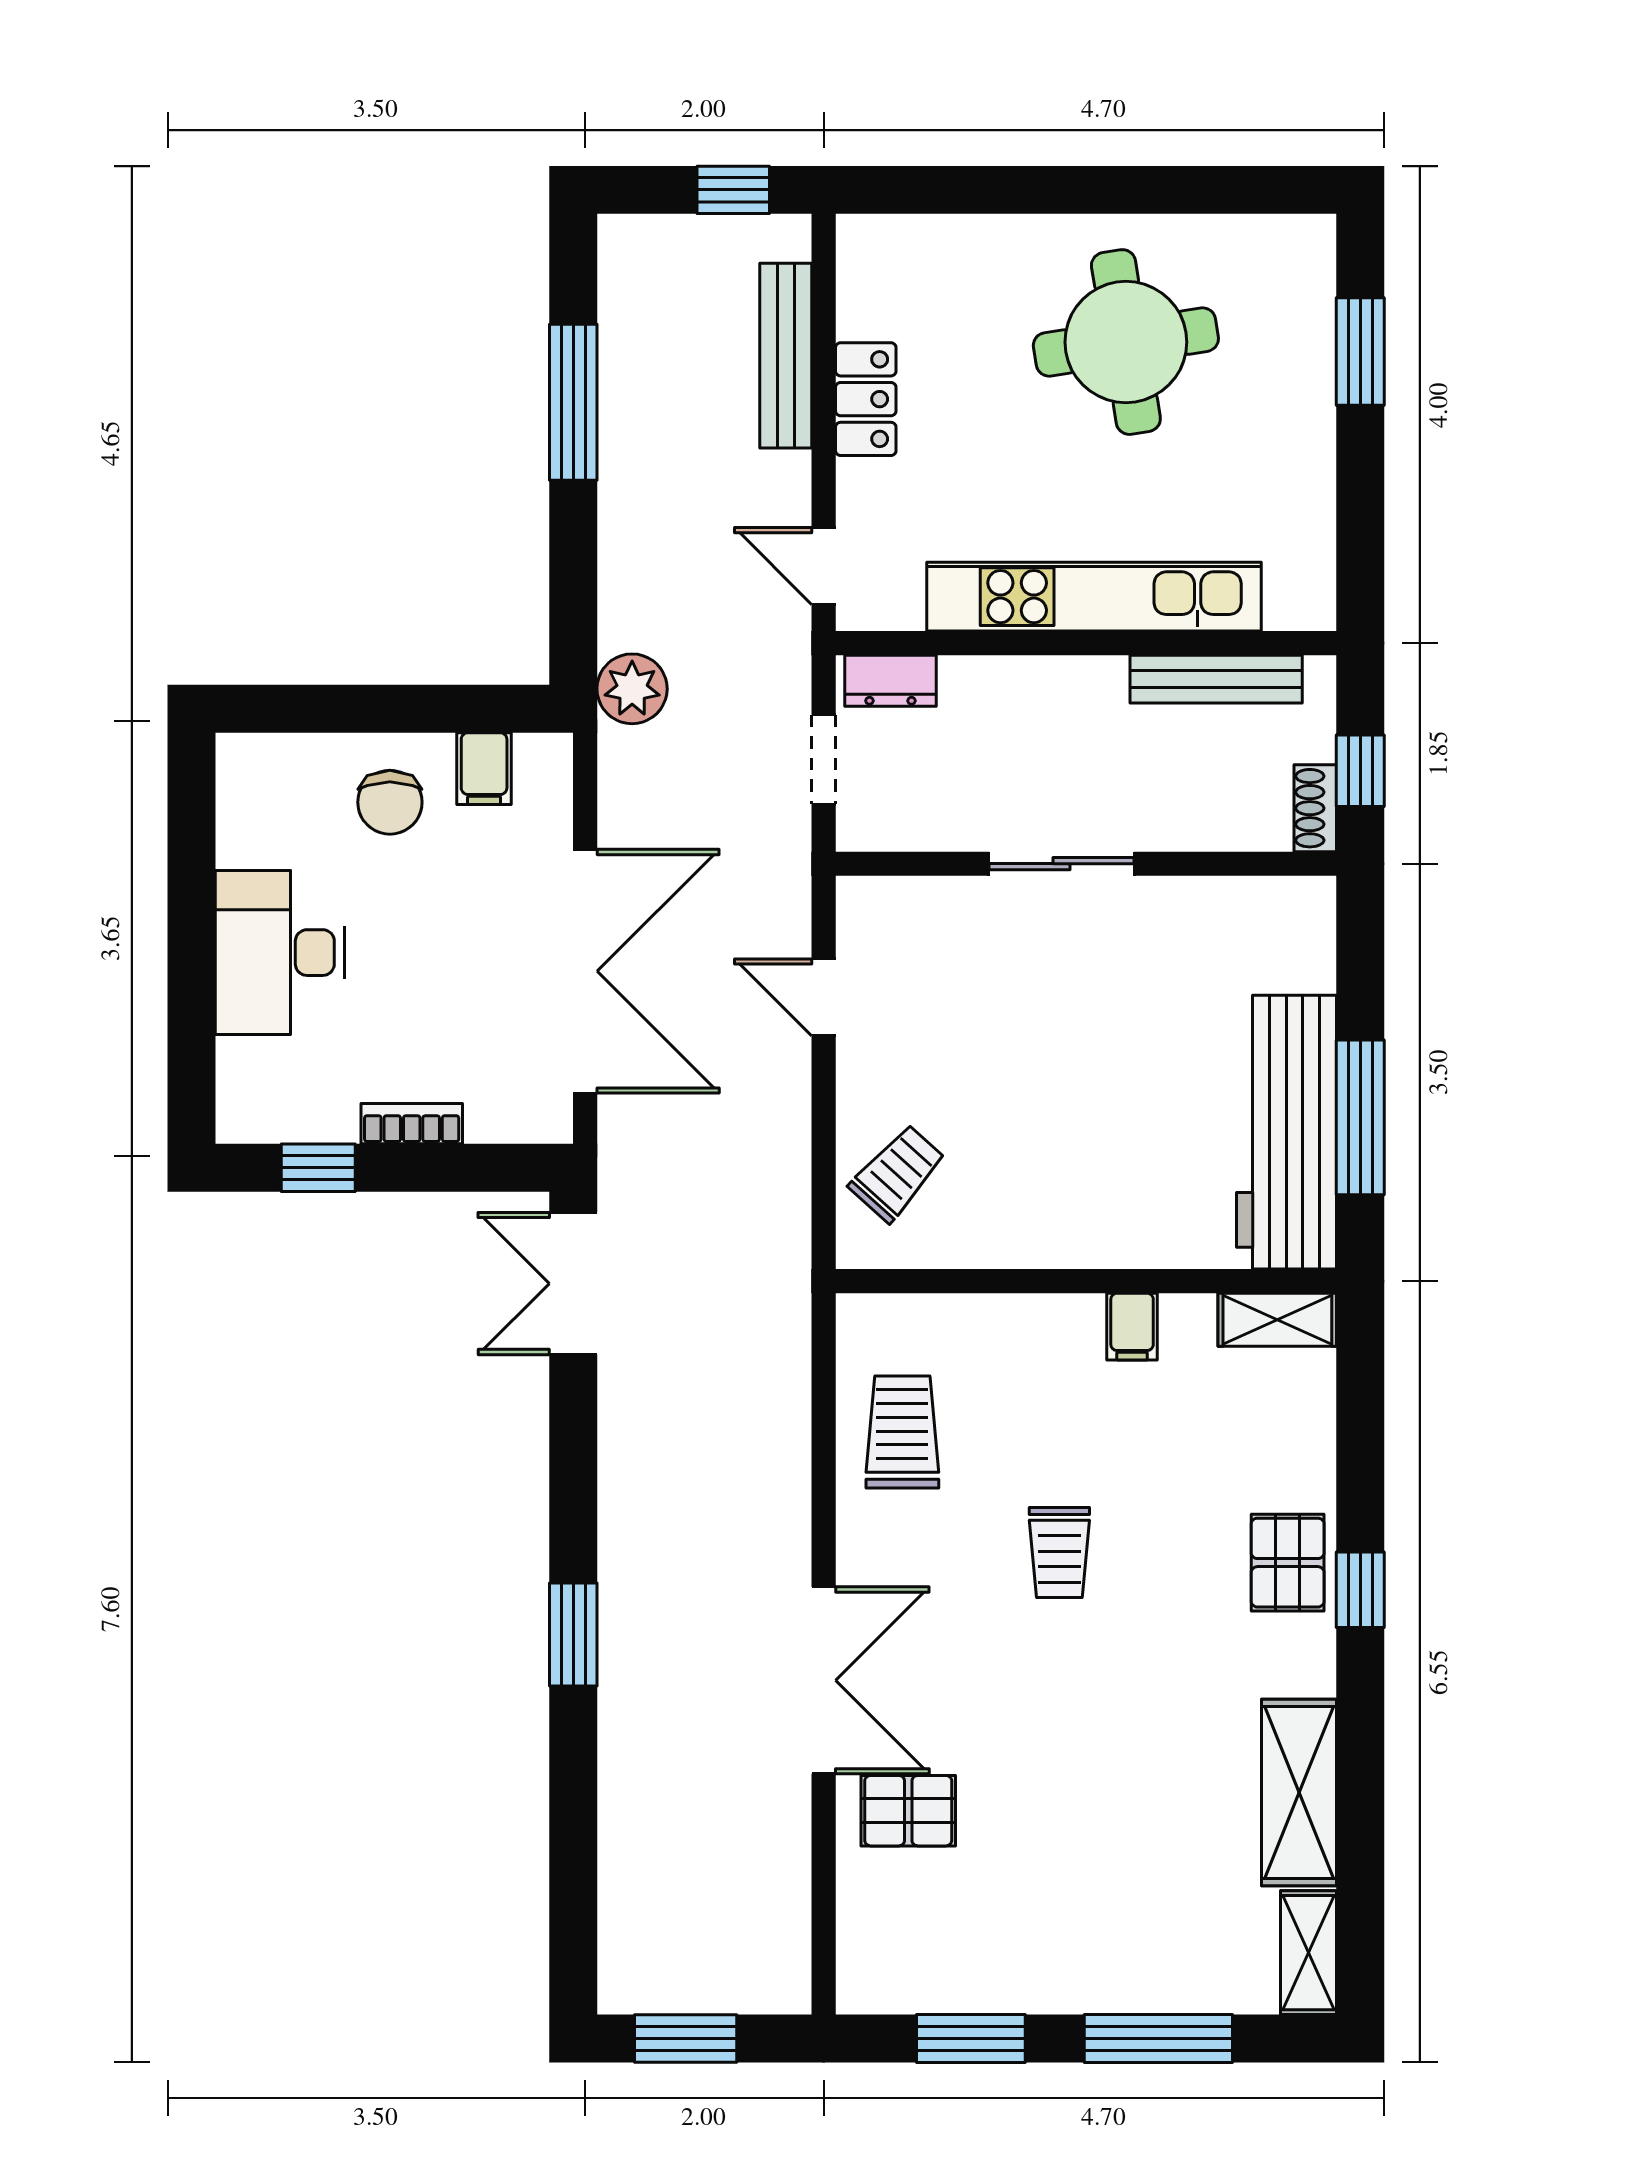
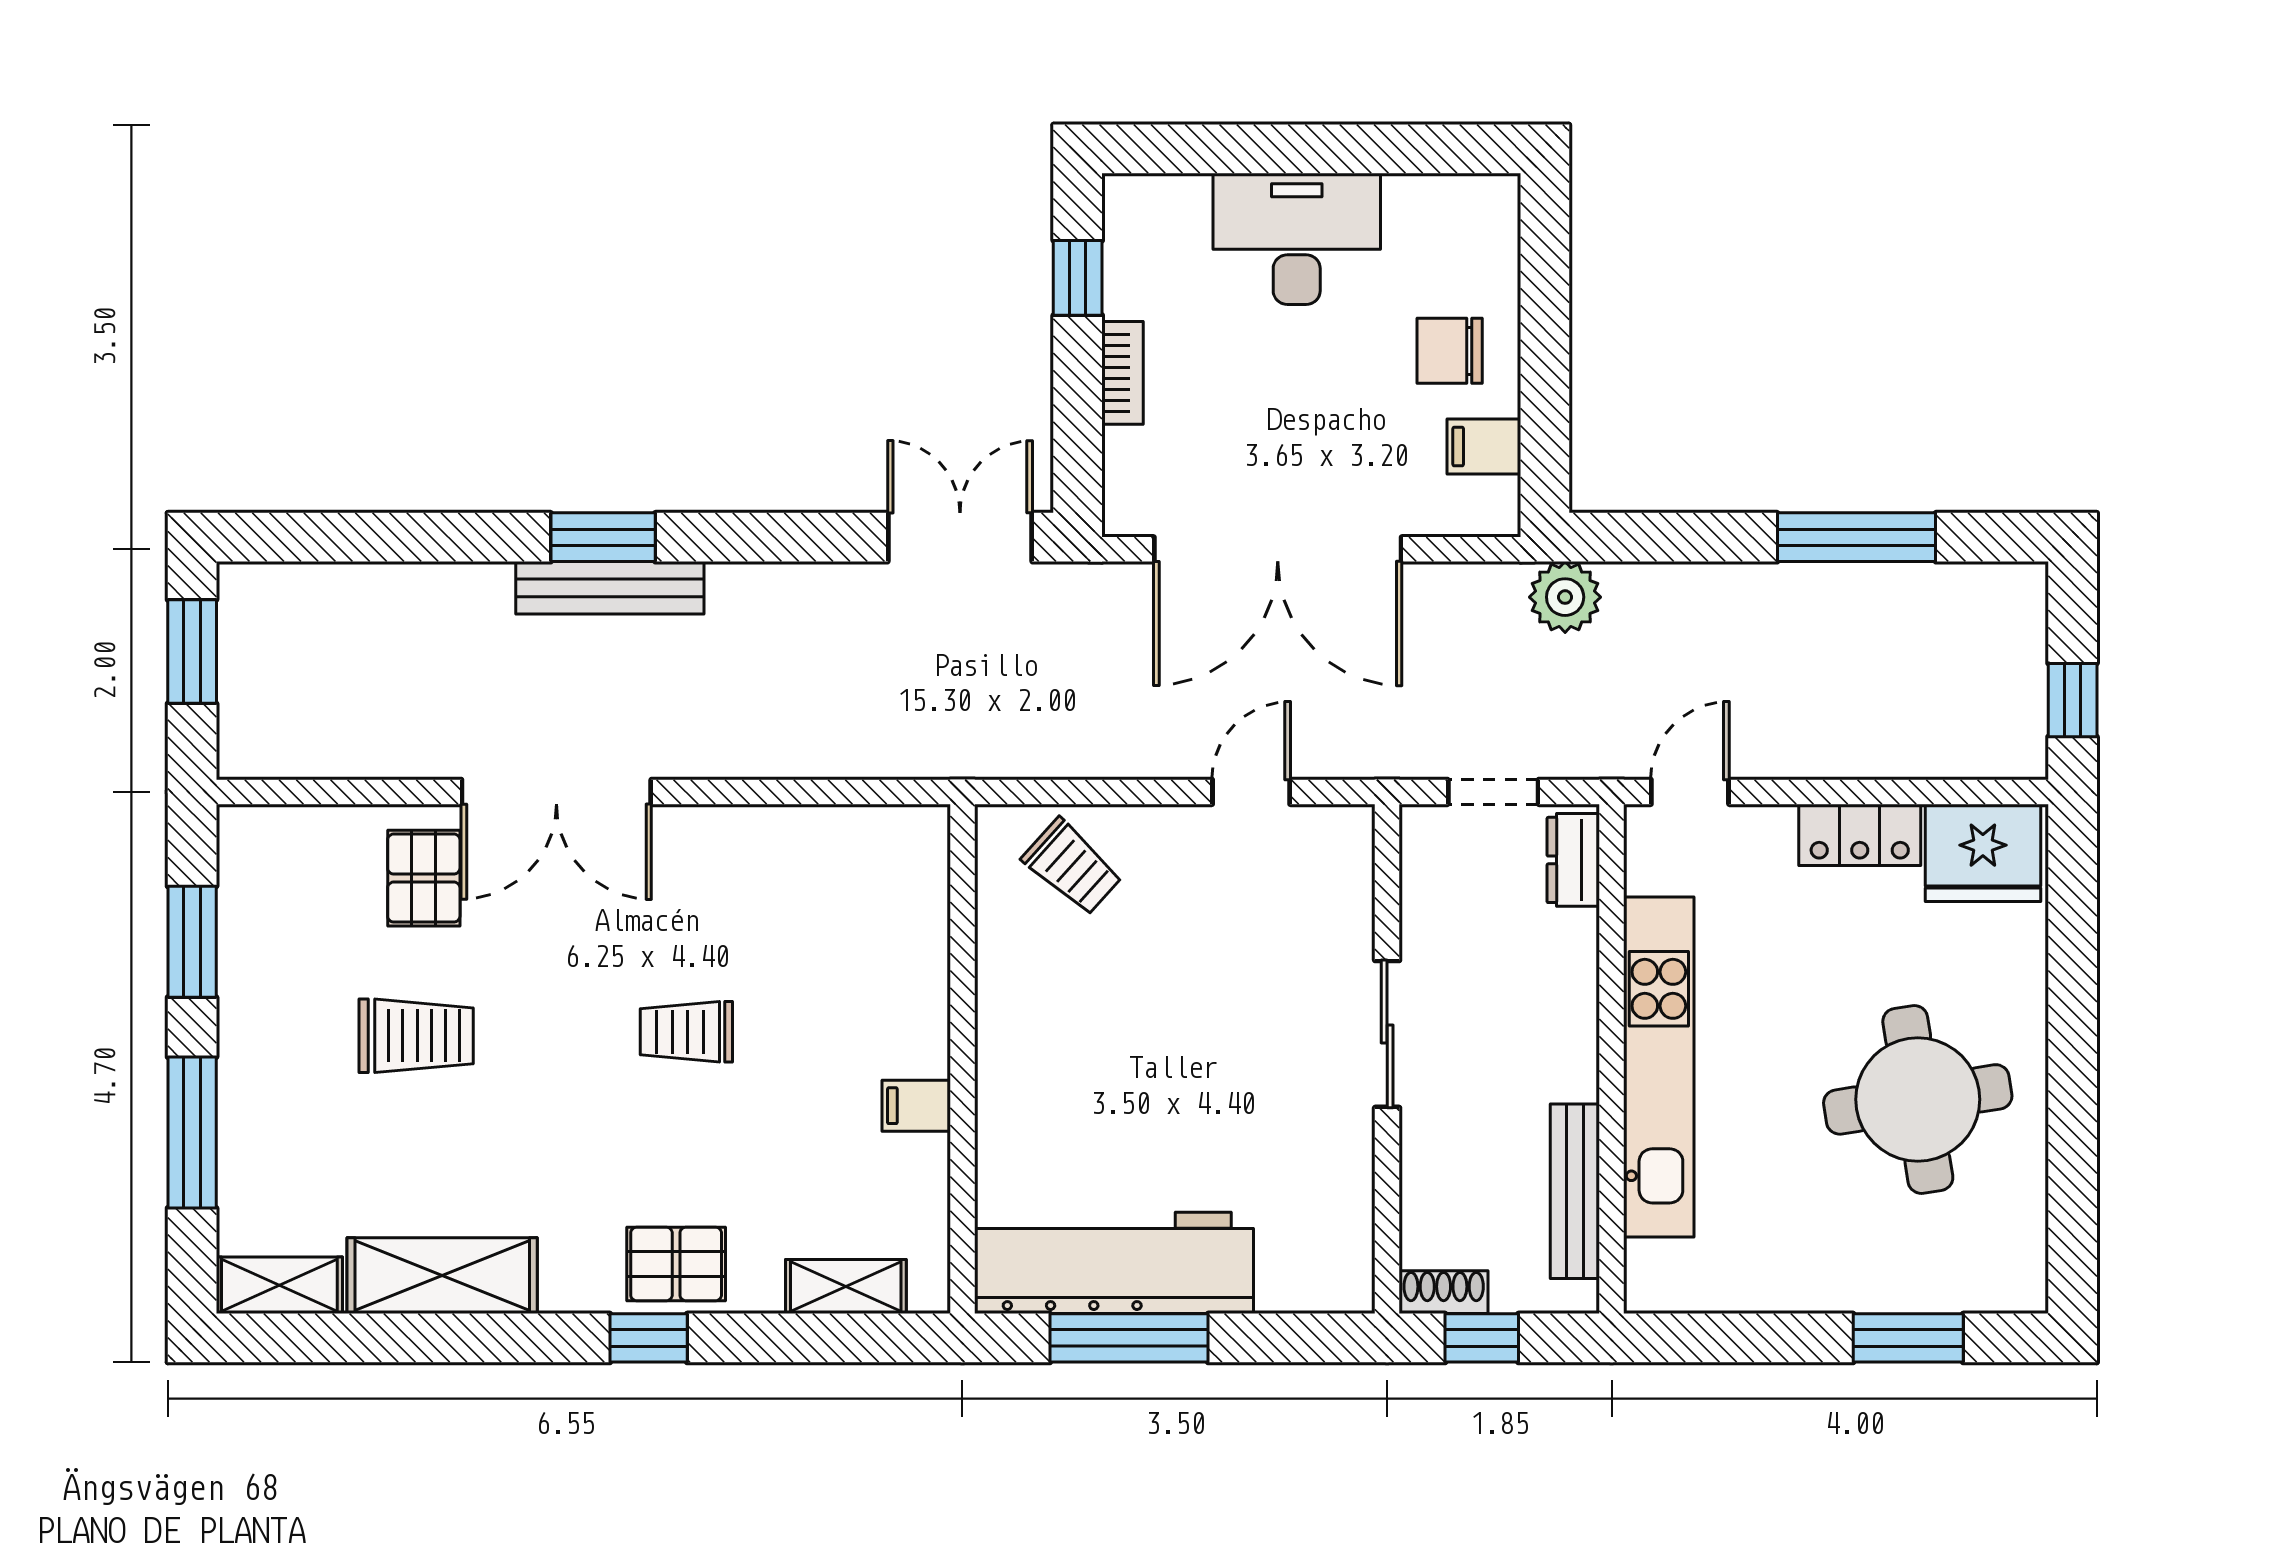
fridge: (884, 278) -> (1983, 853), added
bench: (786, 356) -> (610, 588), moved
shelving: (1277, 1320) -> (846, 1287), moved, turned 90
trolley: (902, 1432) -> (416, 1036), moved

